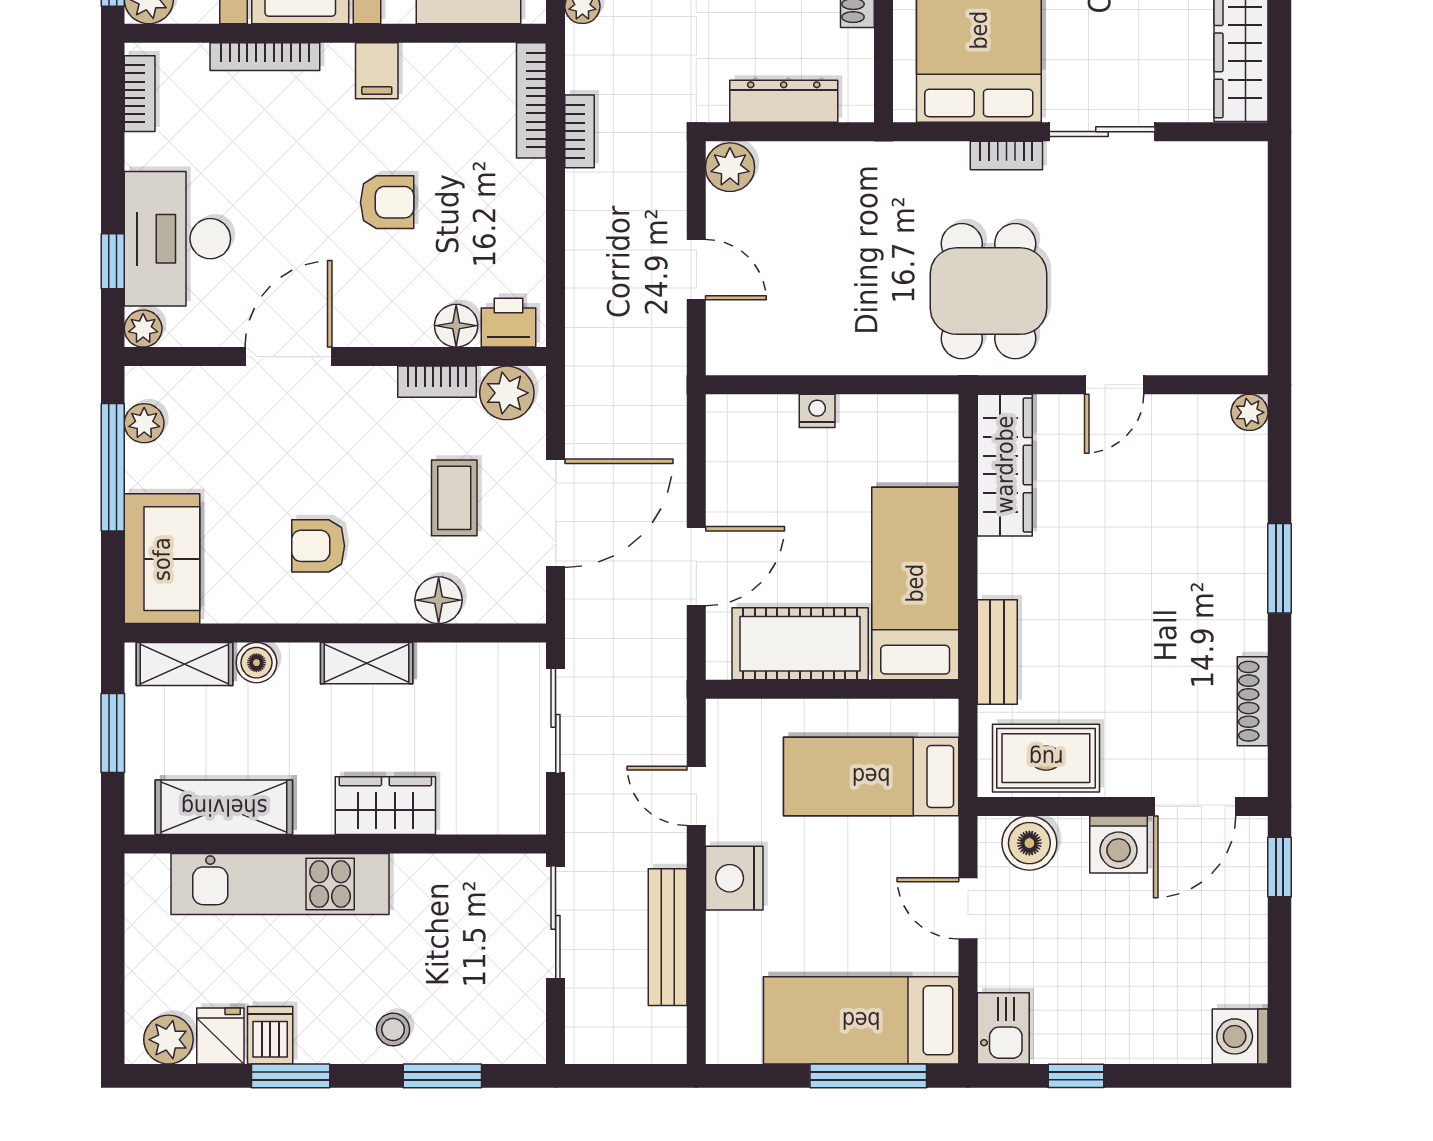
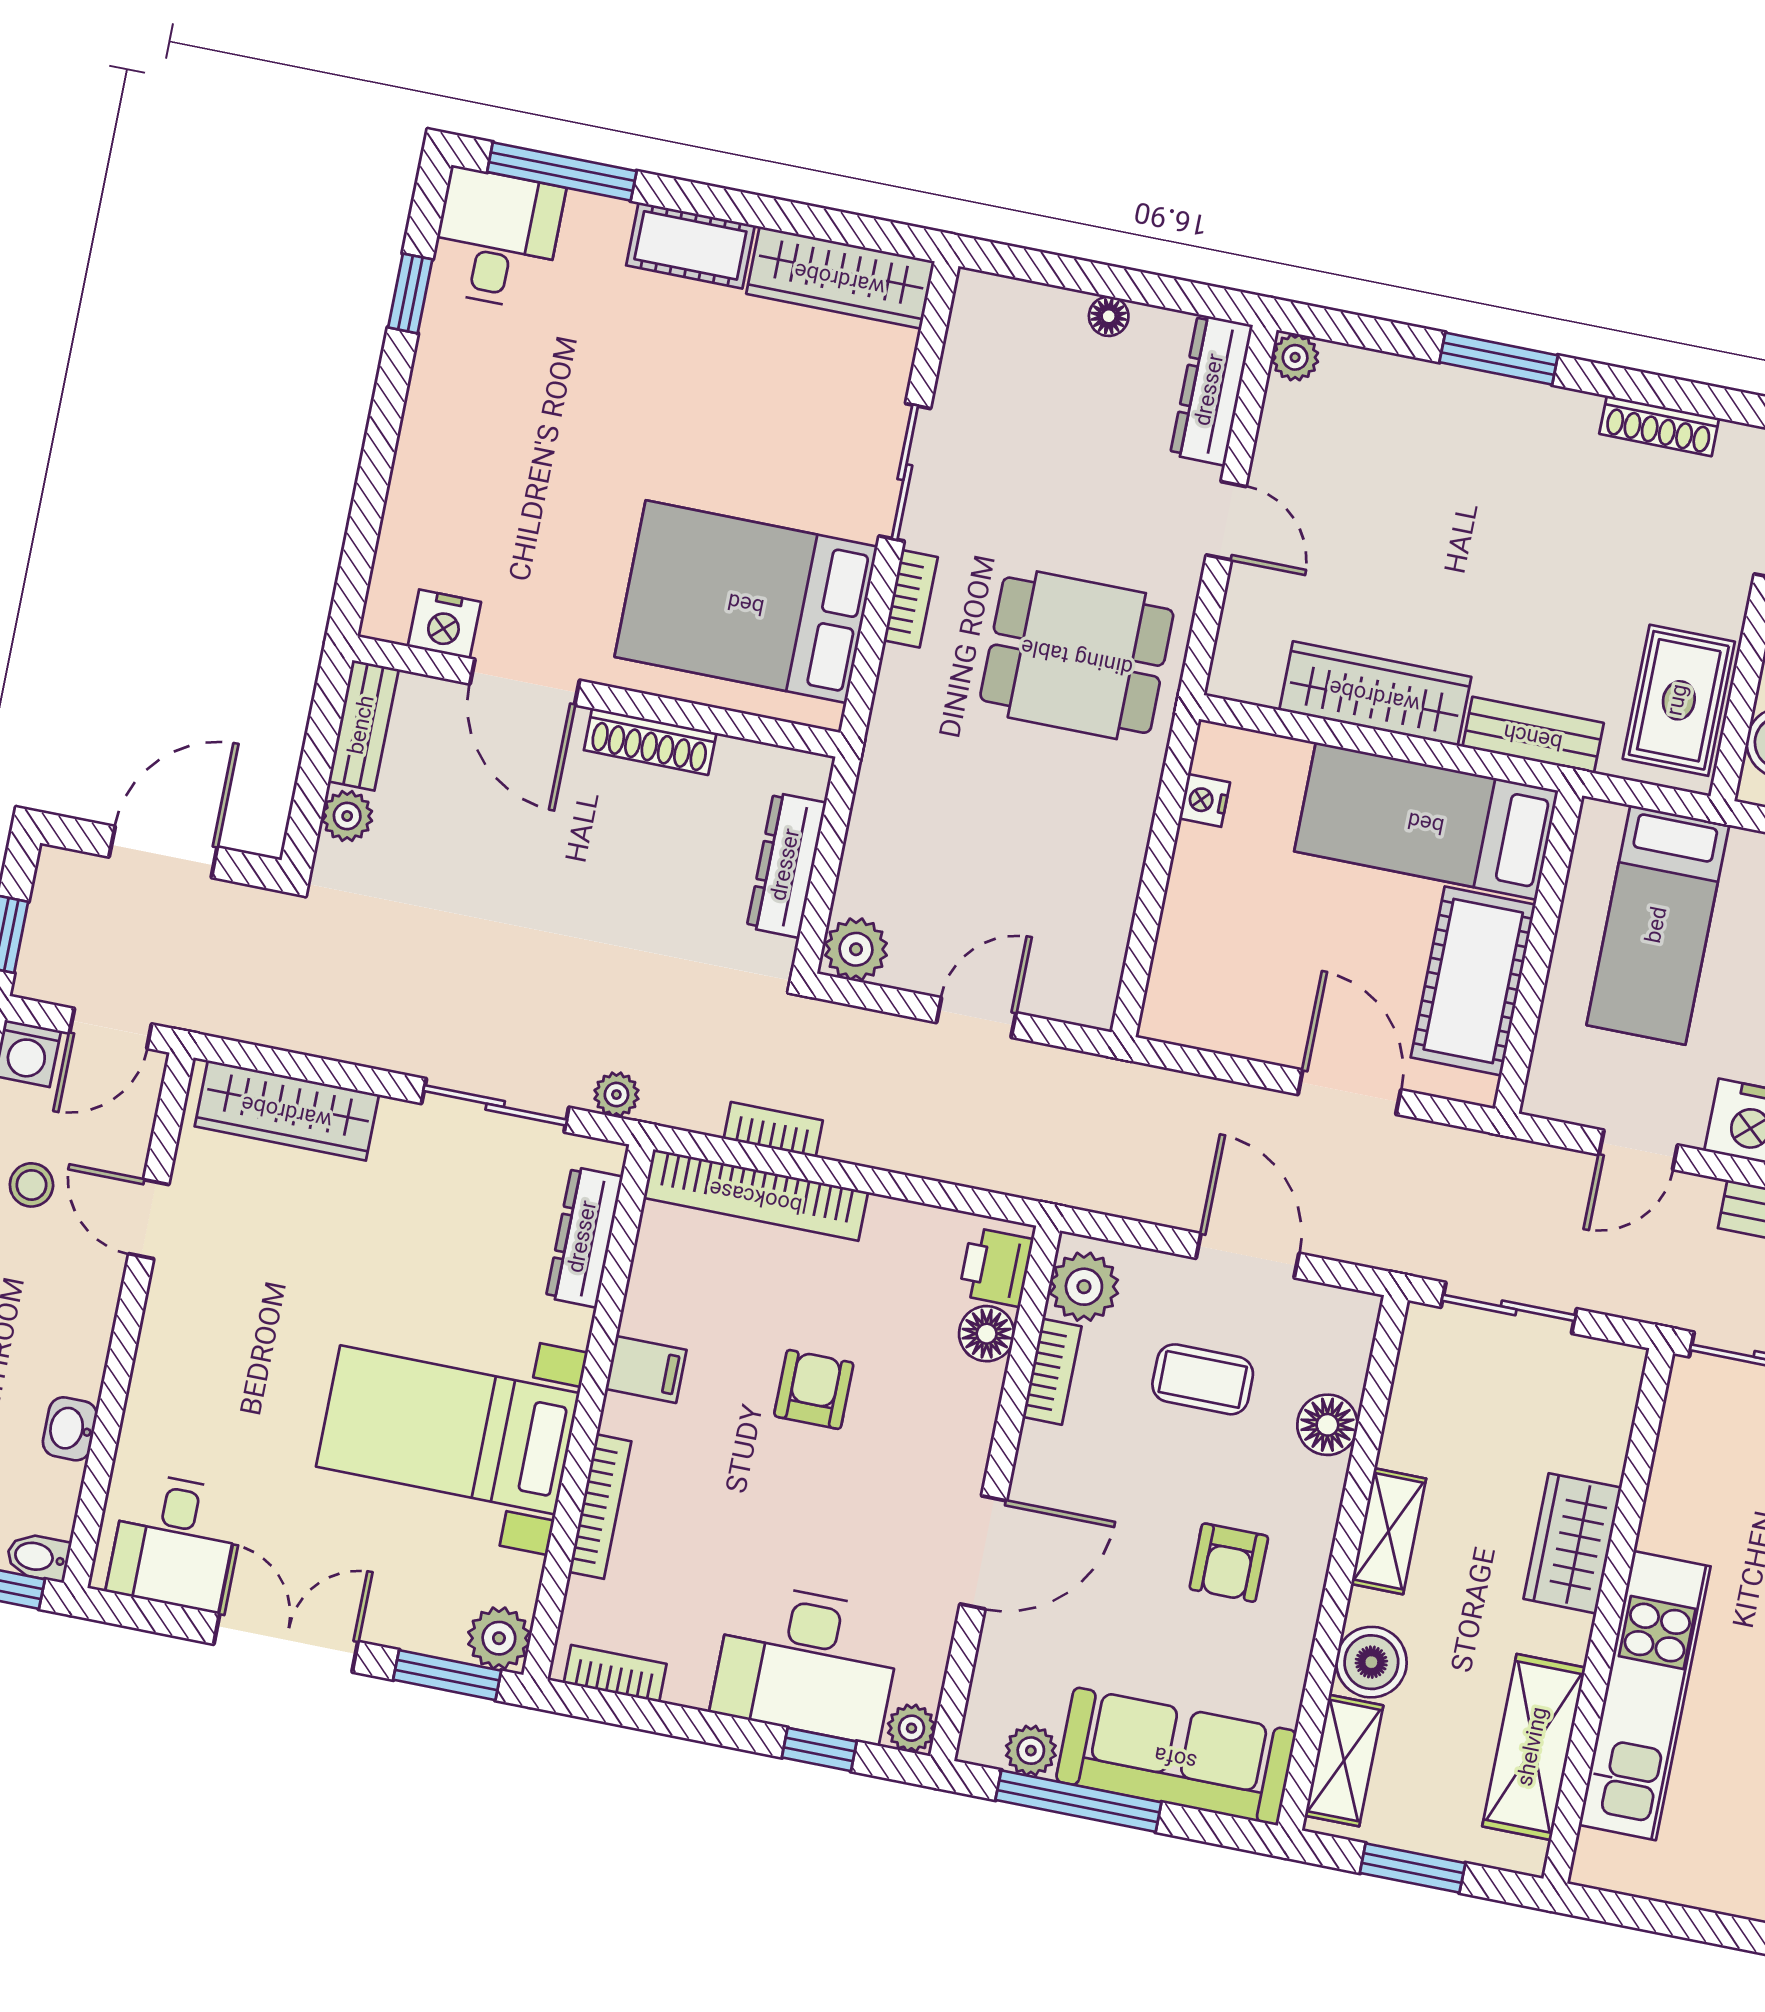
bookcase: (531, 100) -> (756, 1195), width x1.48, depth x1.31
floor lamp: (1252, 264) -> (1109, 316), added
dresser: (1212, 353) -> (1211, 390), added
door: (288, 357) -> (983, 1552), swing flipped
nightstand: (817, 411) -> (1205, 800), moved
wardrobe: (1005, 465) -> (1375, 694), moved
door: (556, 513) -> (1248, 1256), width x0.73
sofa: (162, 559) -> (1176, 1756), width x1.36
boiler: (256, 663) -> (1371, 1662), width x1.36, depth x1.36

